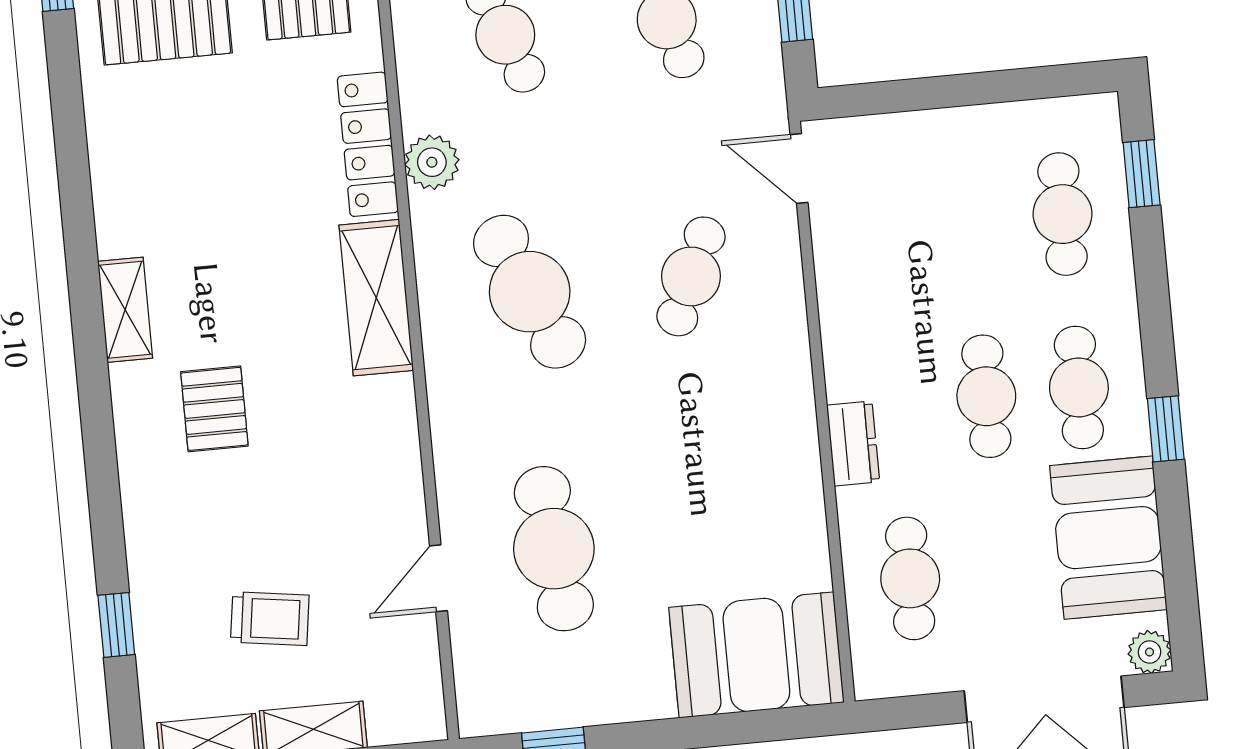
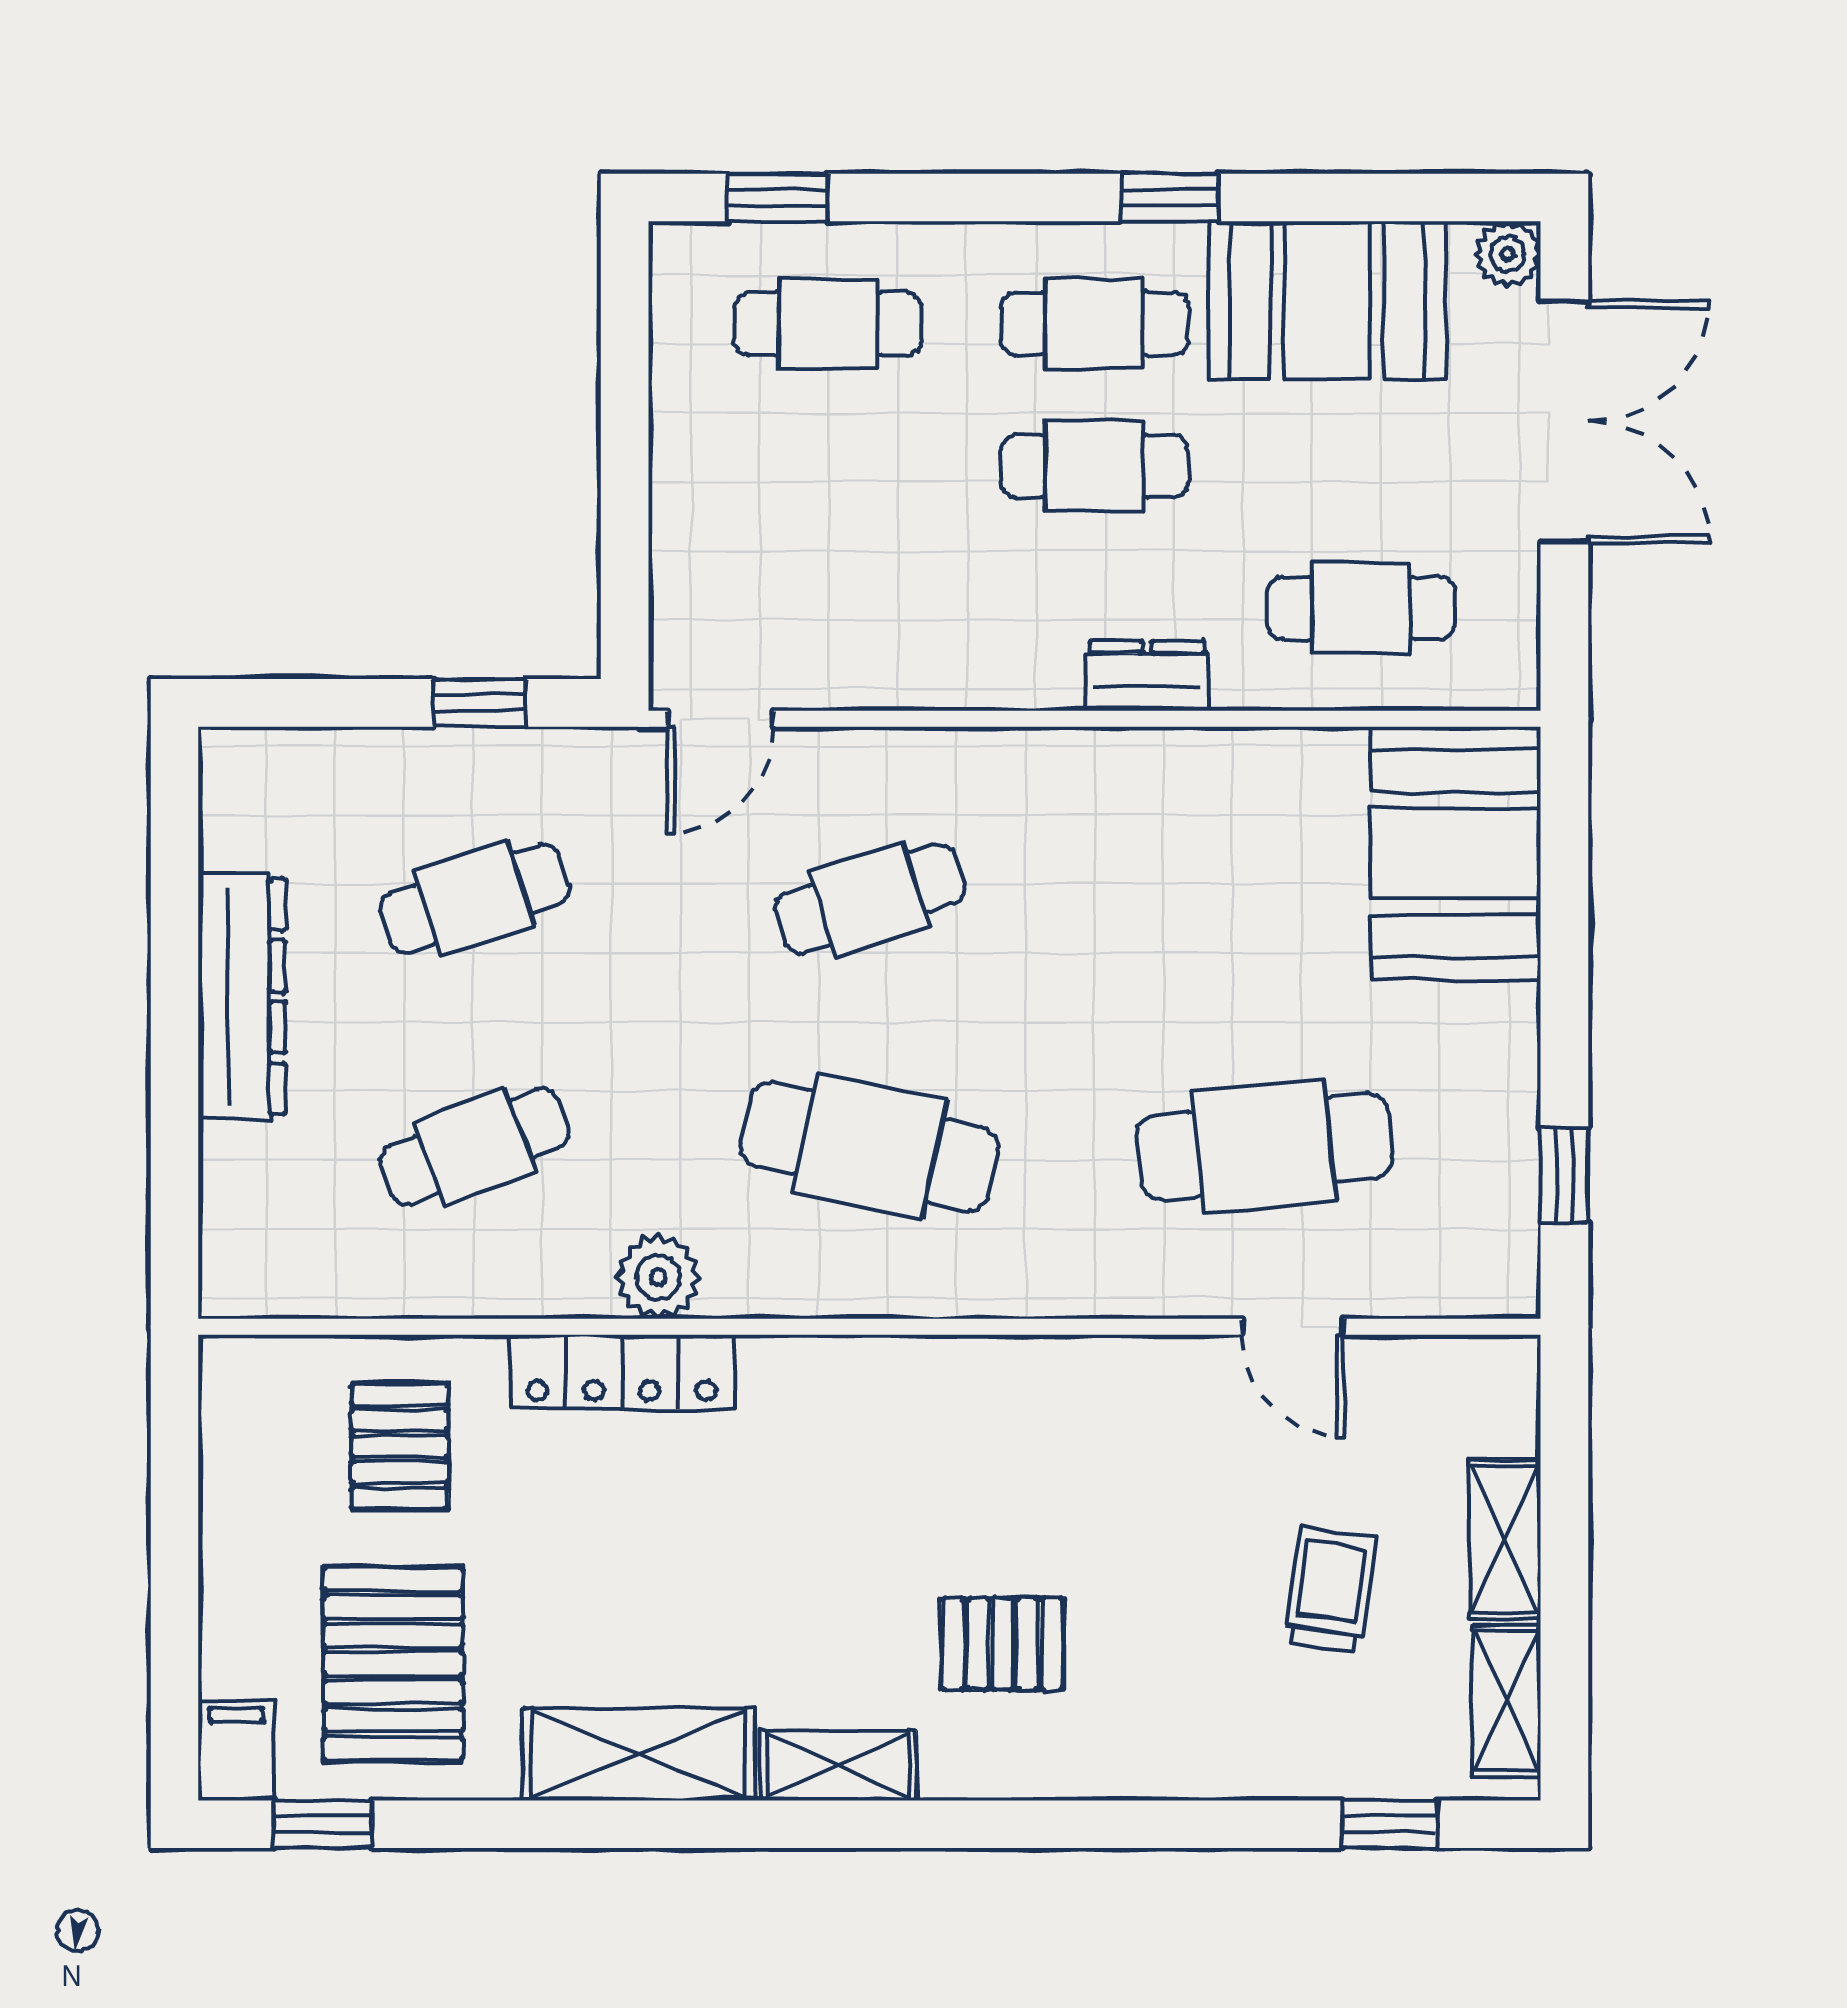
cafe table: (691, 276) -> (869, 899), turned -42
cafe table: (530, 292) -> (869, 1147), turned 36
shelving: (376, 298) -> (639, 1754), moved
window: (116, 625) -> (1390, 1824), moved

